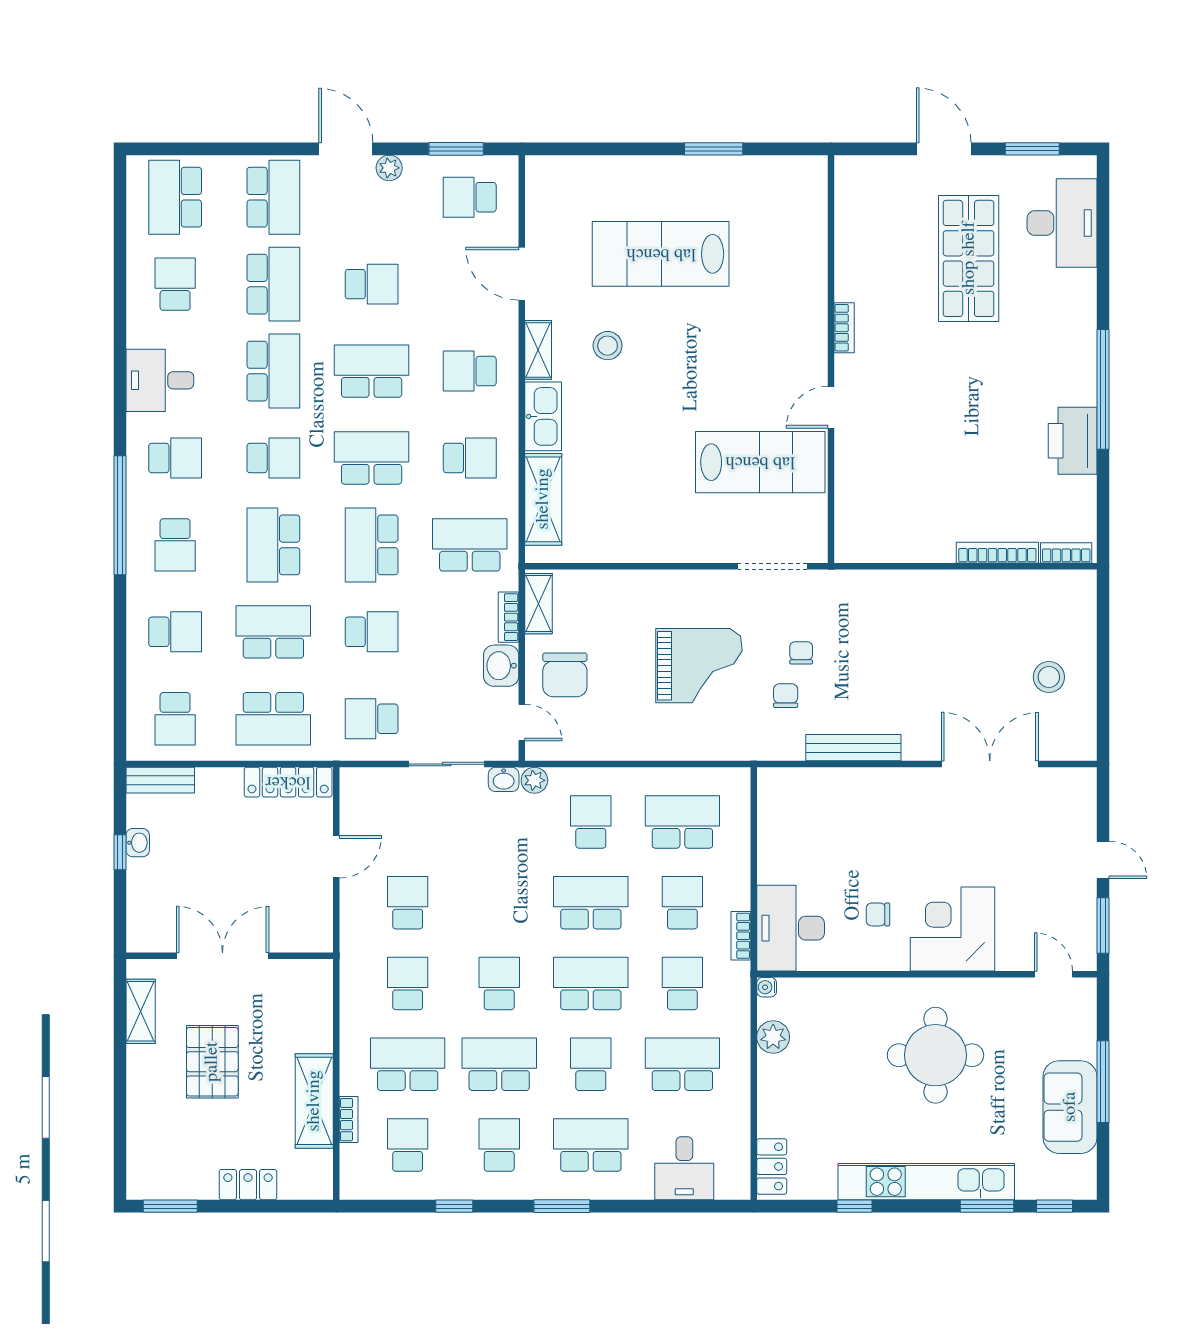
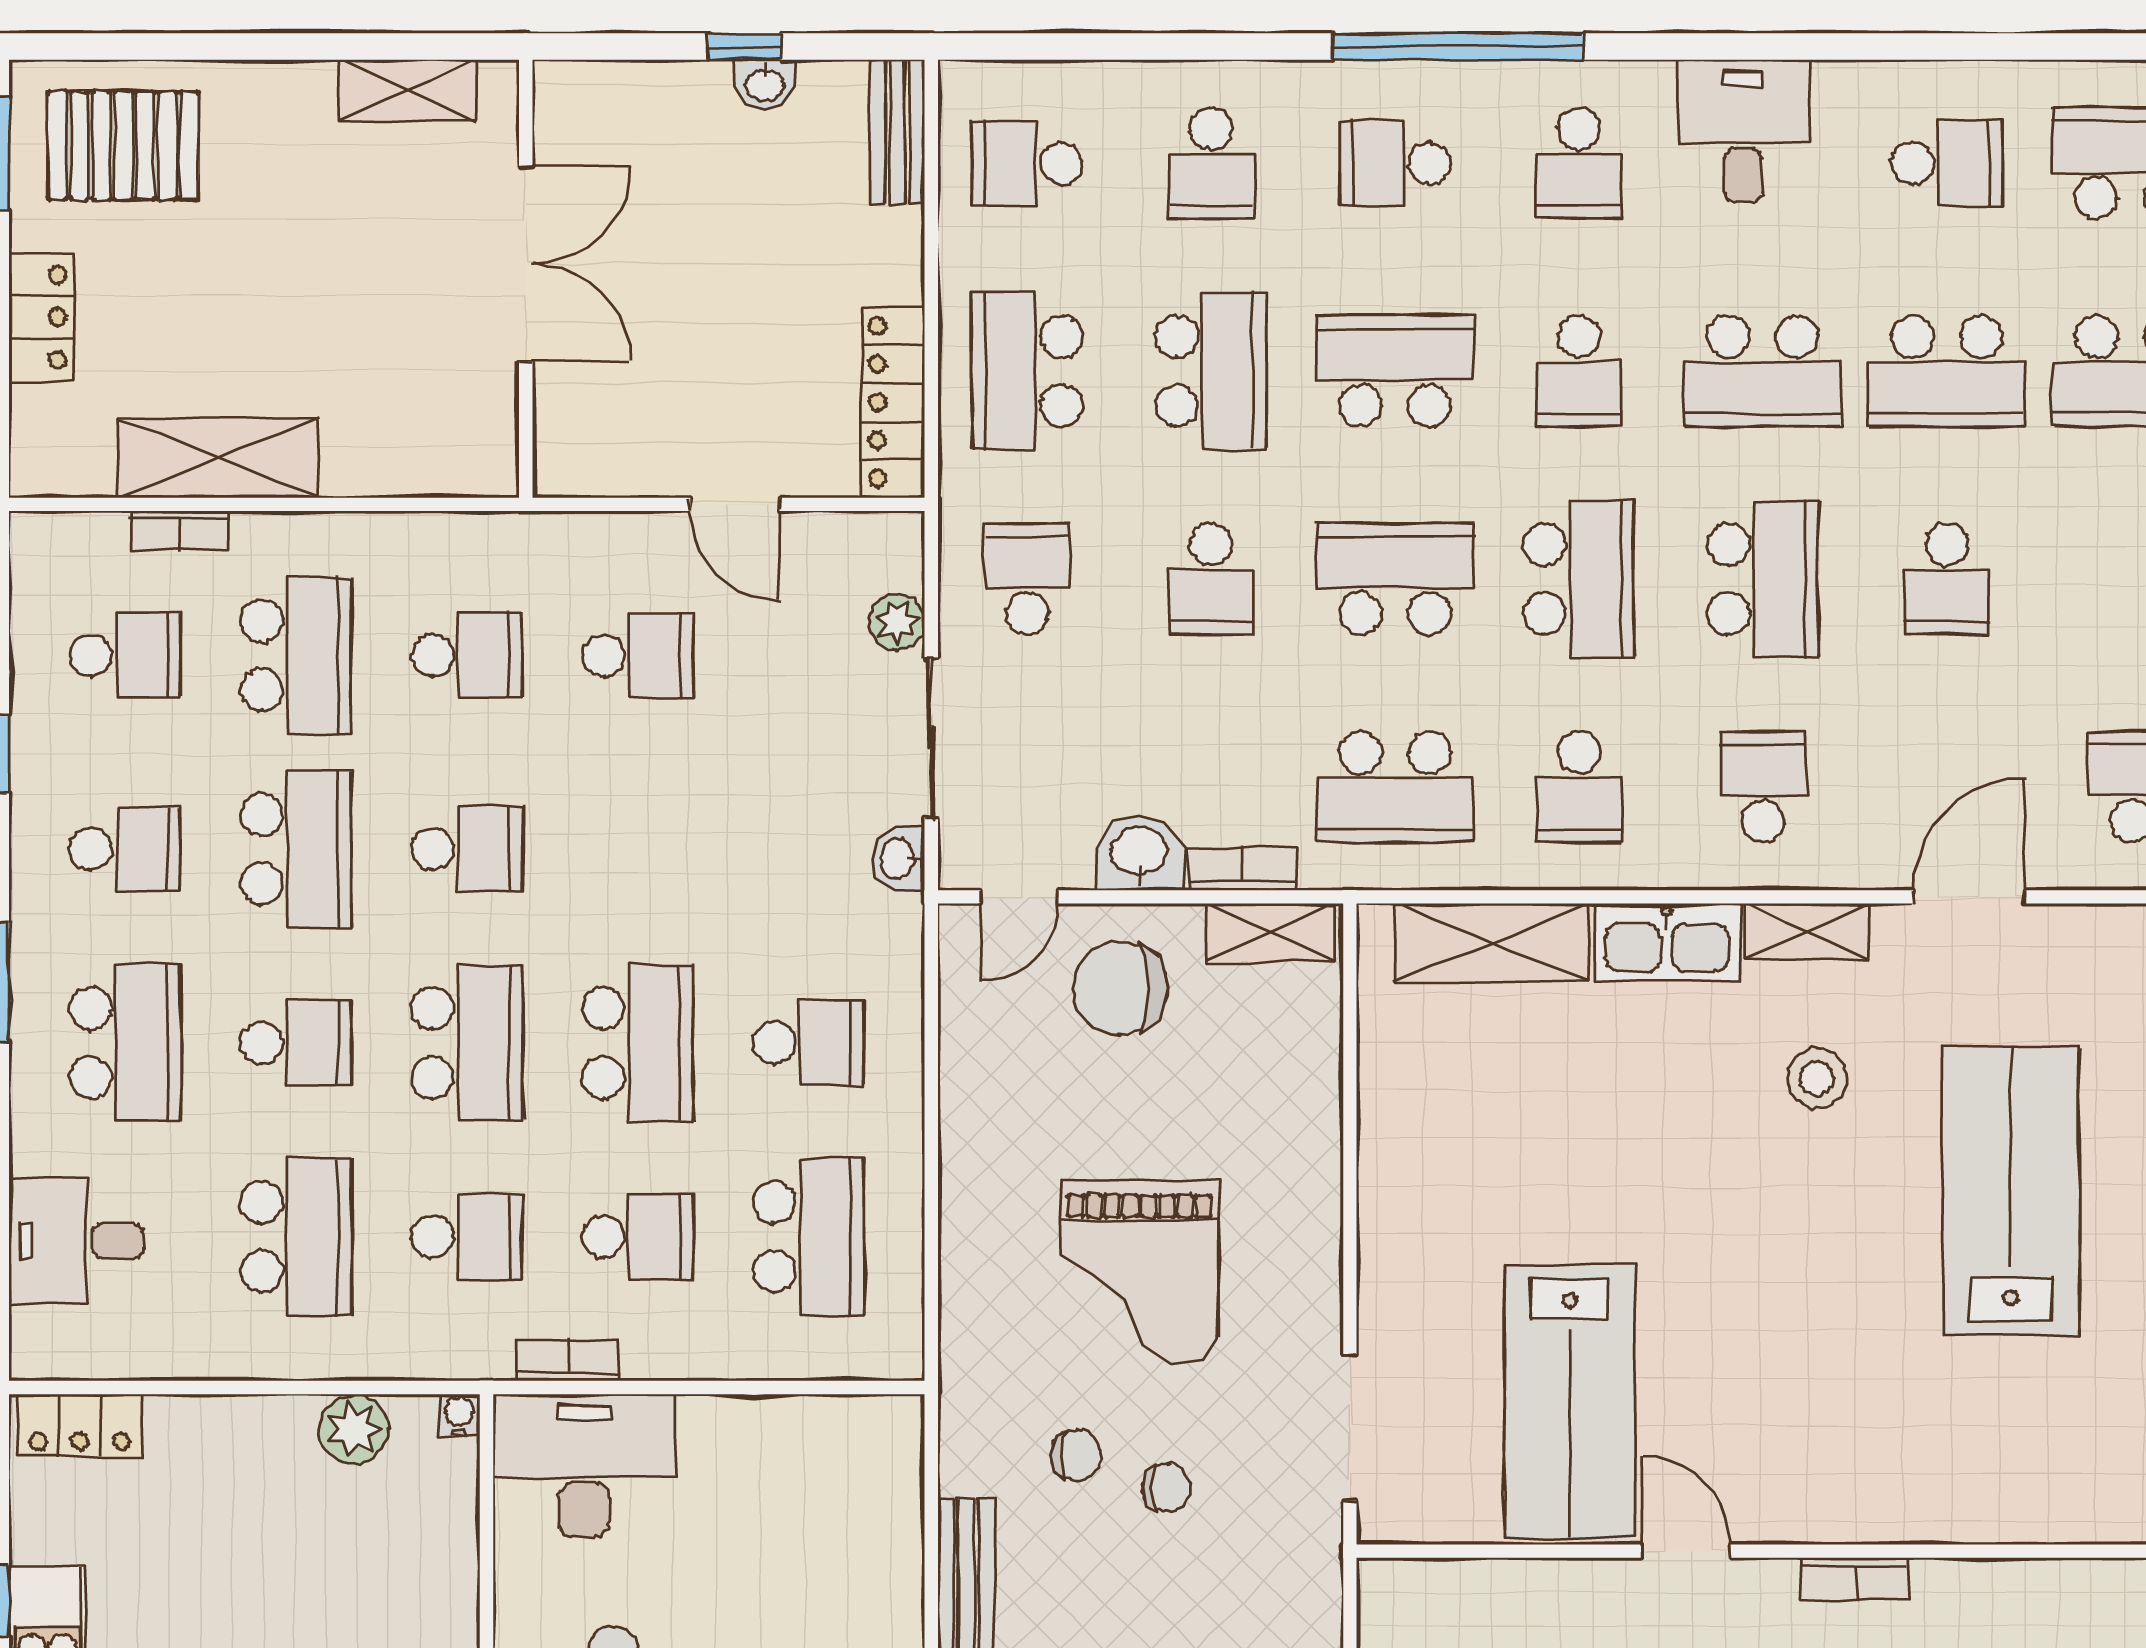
school desk: (470, 545) -> (1395, 787), turned 90
plant: (534, 780) -> (897, 622), moved
pallet: (212, 1062) -> (123, 145), moved

